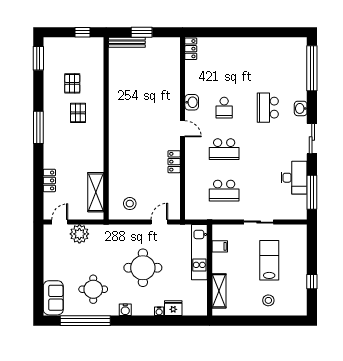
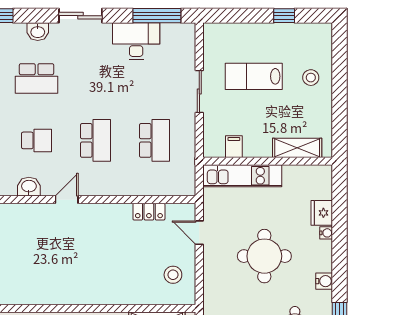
locker: (174, 162) -> (149, 212), moved

